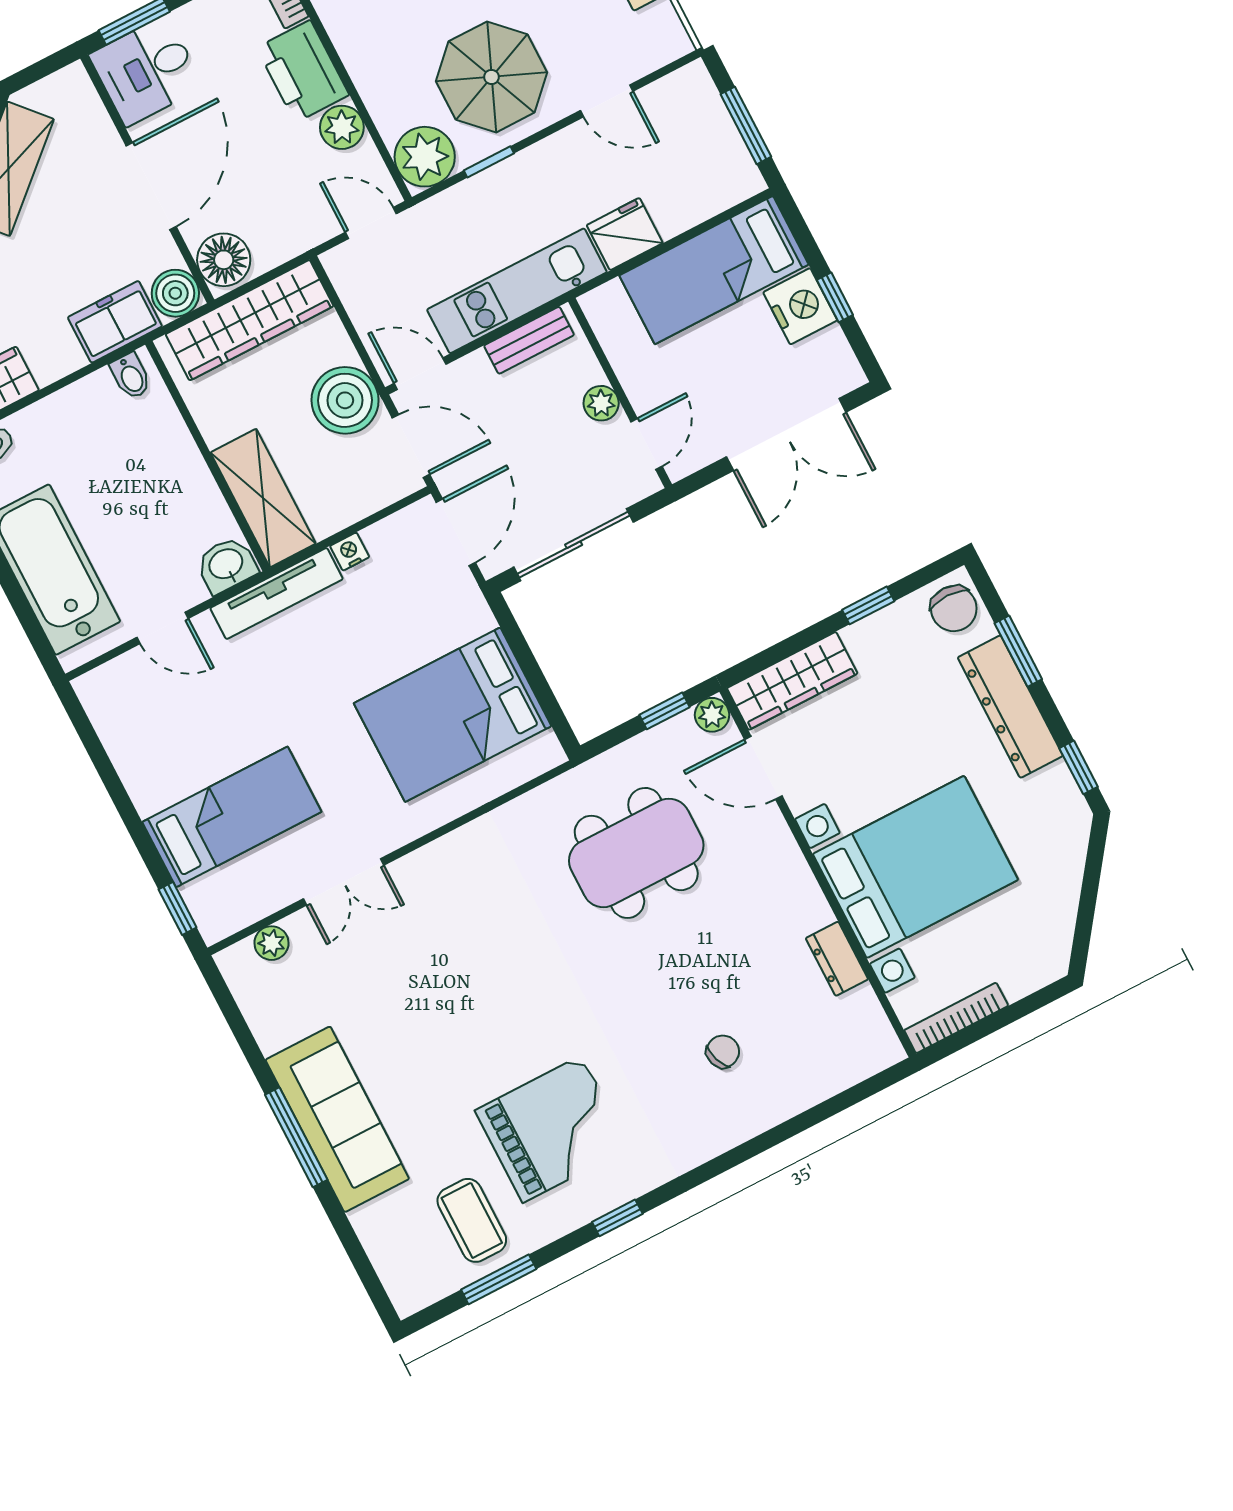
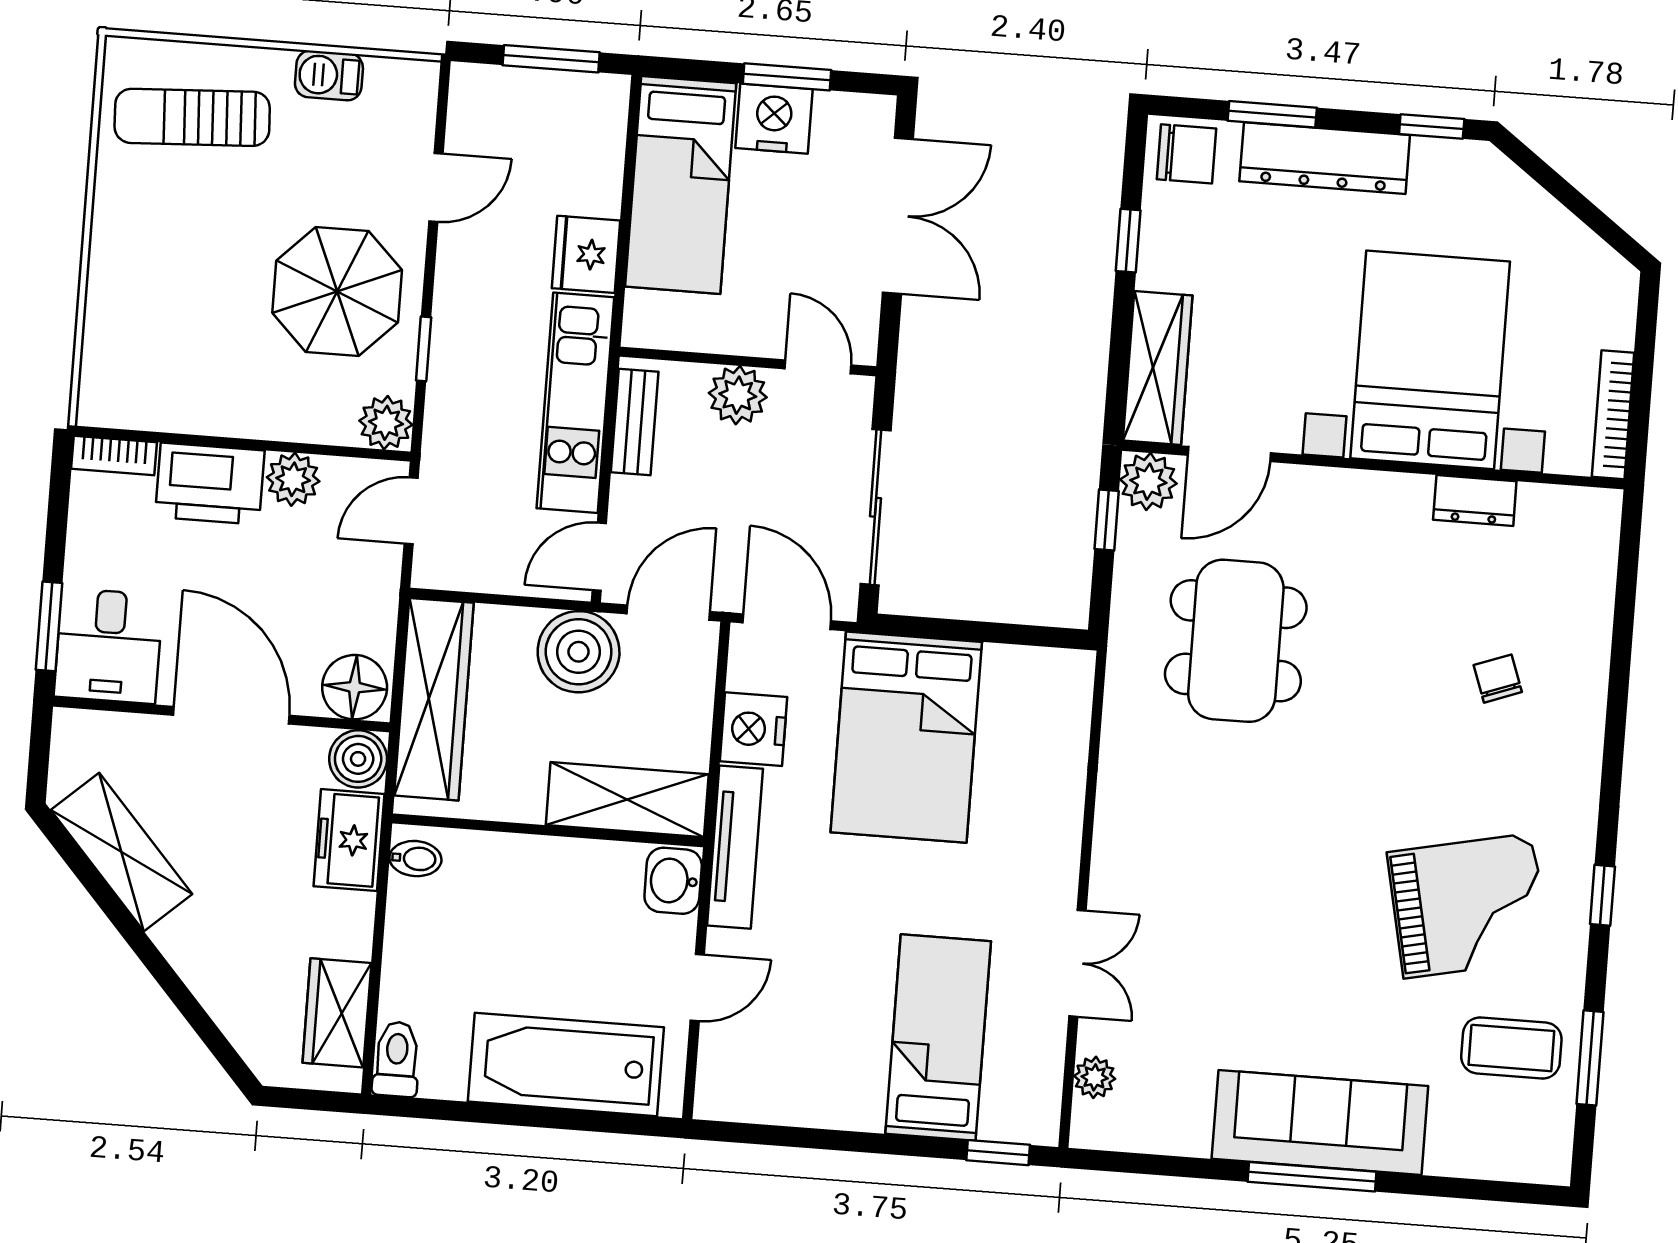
plant: (425, 157) -> (386, 423), width x0.73, depth x0.73
window: (835, 297) -> (787, 77), width x1.50
plant: (601, 403) -> (738, 395), width x1.38, depth x1.38
nightstand: (350, 552) -> (753, 729), width x1.89, depth x1.79
bed: (453, 715) -> (906, 737), moved
plant: (712, 715) -> (1148, 482), width x1.38, depth x1.38
grand piano: (552, 1129) -> (1468, 906), turned 78

